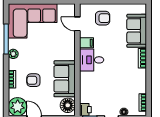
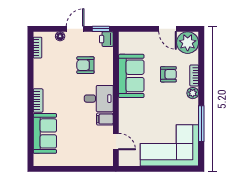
armchair: (103, 18) -> (85, 65), moved
plant: (13, 54) -> (193, 93), moved
floor lamp: (68, 105) -> (127, 44), removed

